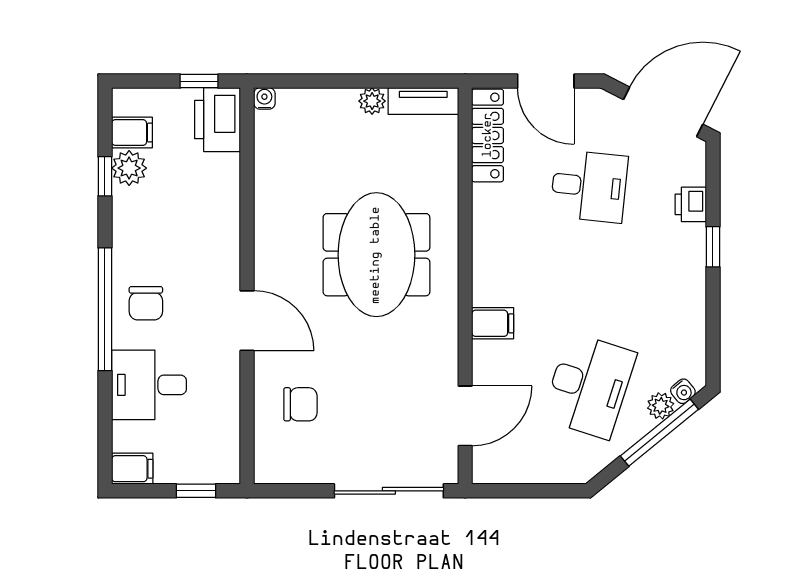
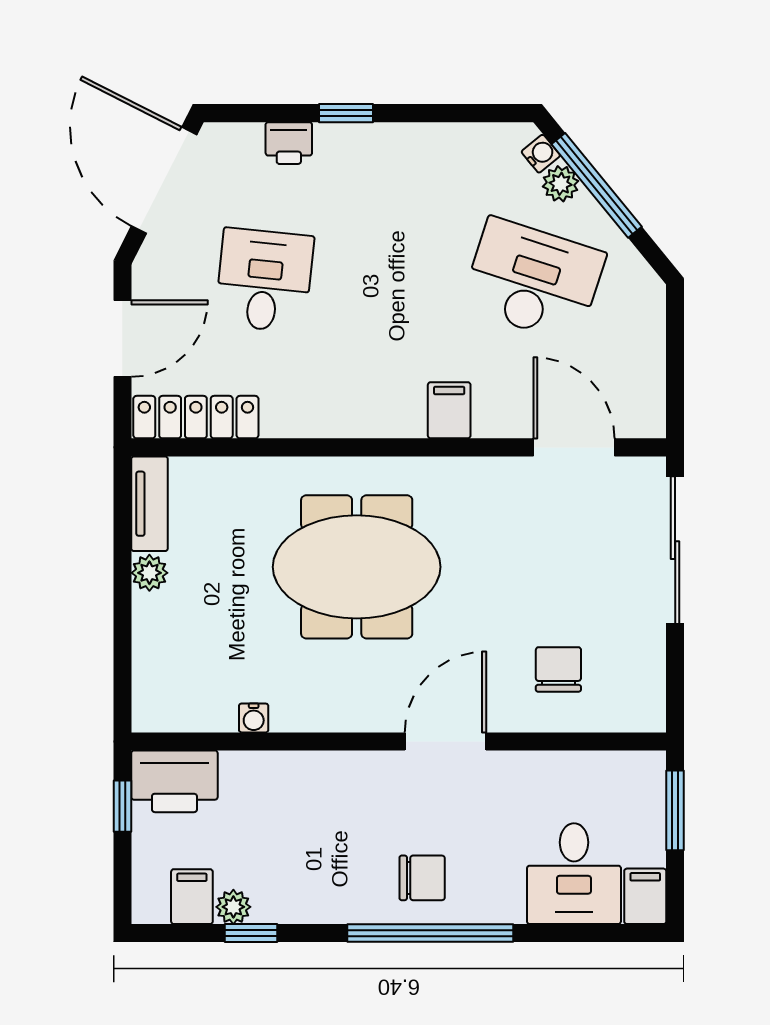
water cooler: (264, 98) -> (254, 718), moved, turned -90
plant: (129, 168) -> (233, 907), width x0.73, depth x0.73
desk: (149, 385) -> (574, 874), moved
window: (196, 491) -> (675, 810), width x1.50

